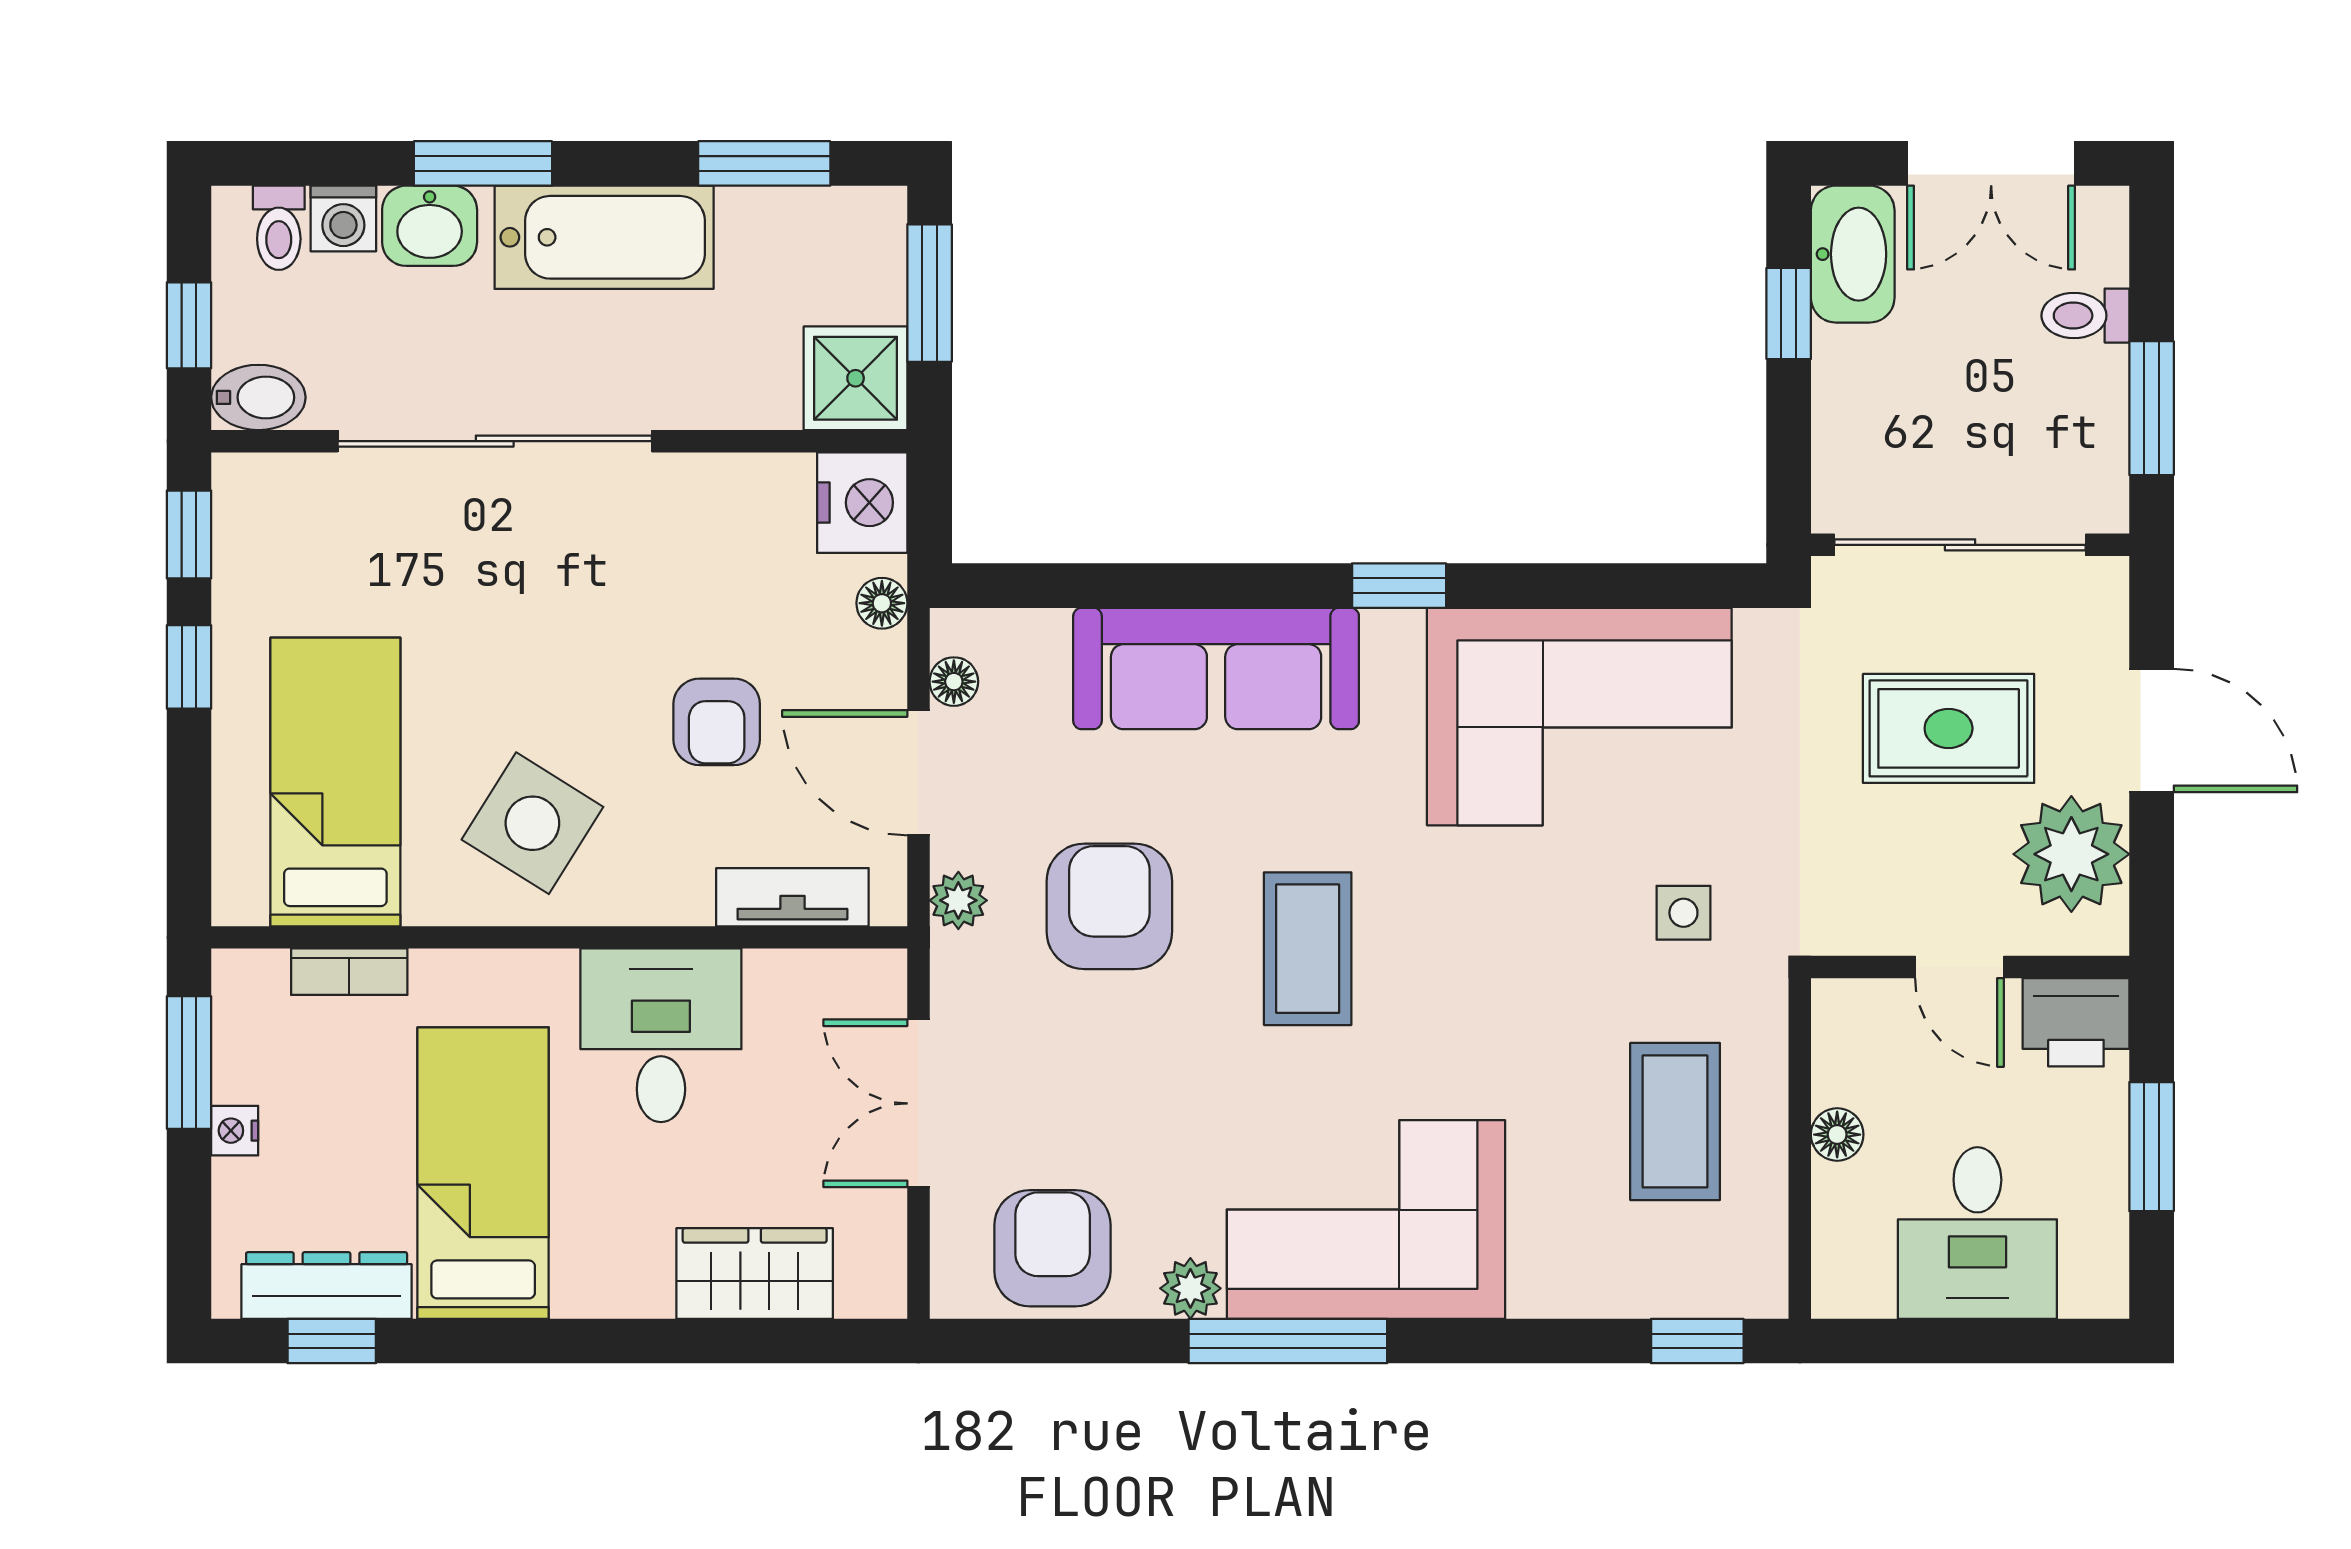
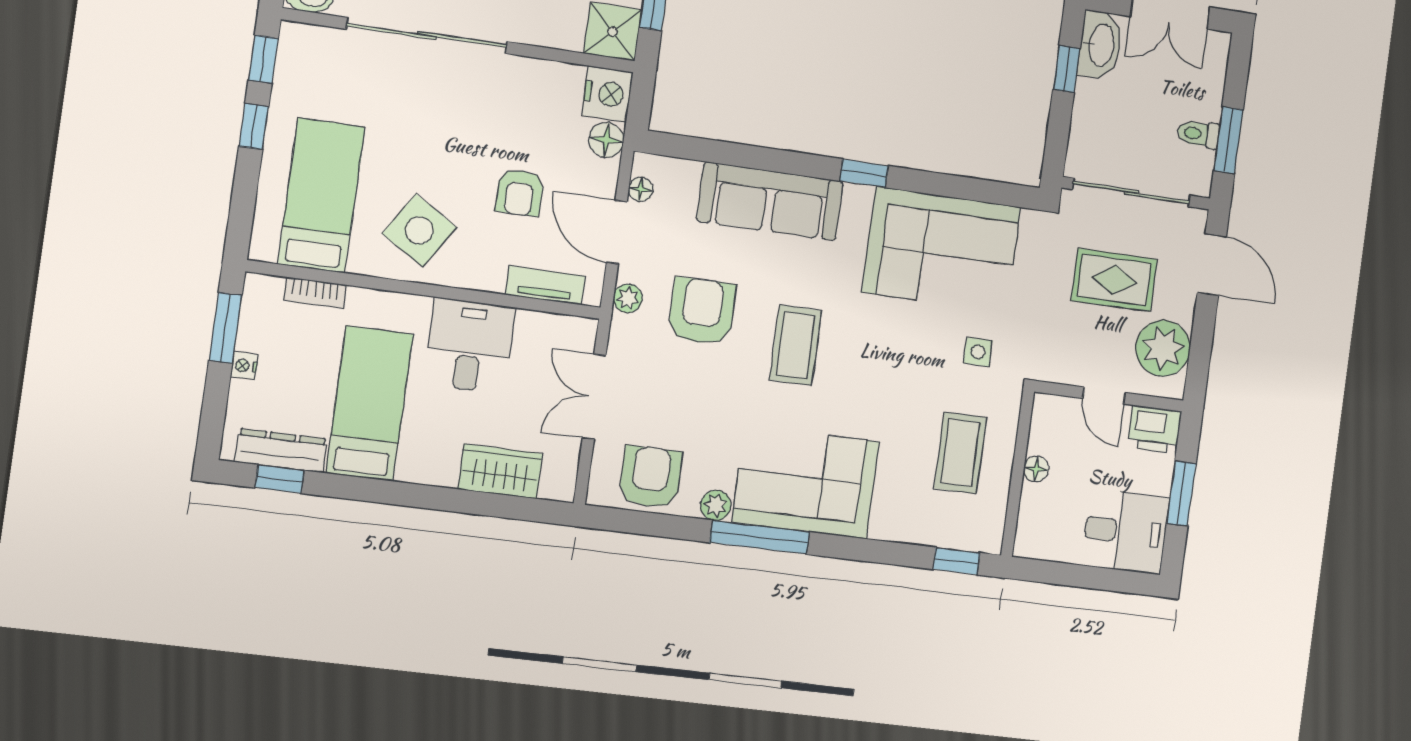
toilet: (2085, 316) -> (1198, 134), moved
floor lamp: (882, 603) -> (606, 140), width x1.37, depth x1.37
door: (2152, 731) -> (1212, 265), moved
desk: (1977, 1233) -> (1126, 532), moved, turned -90

